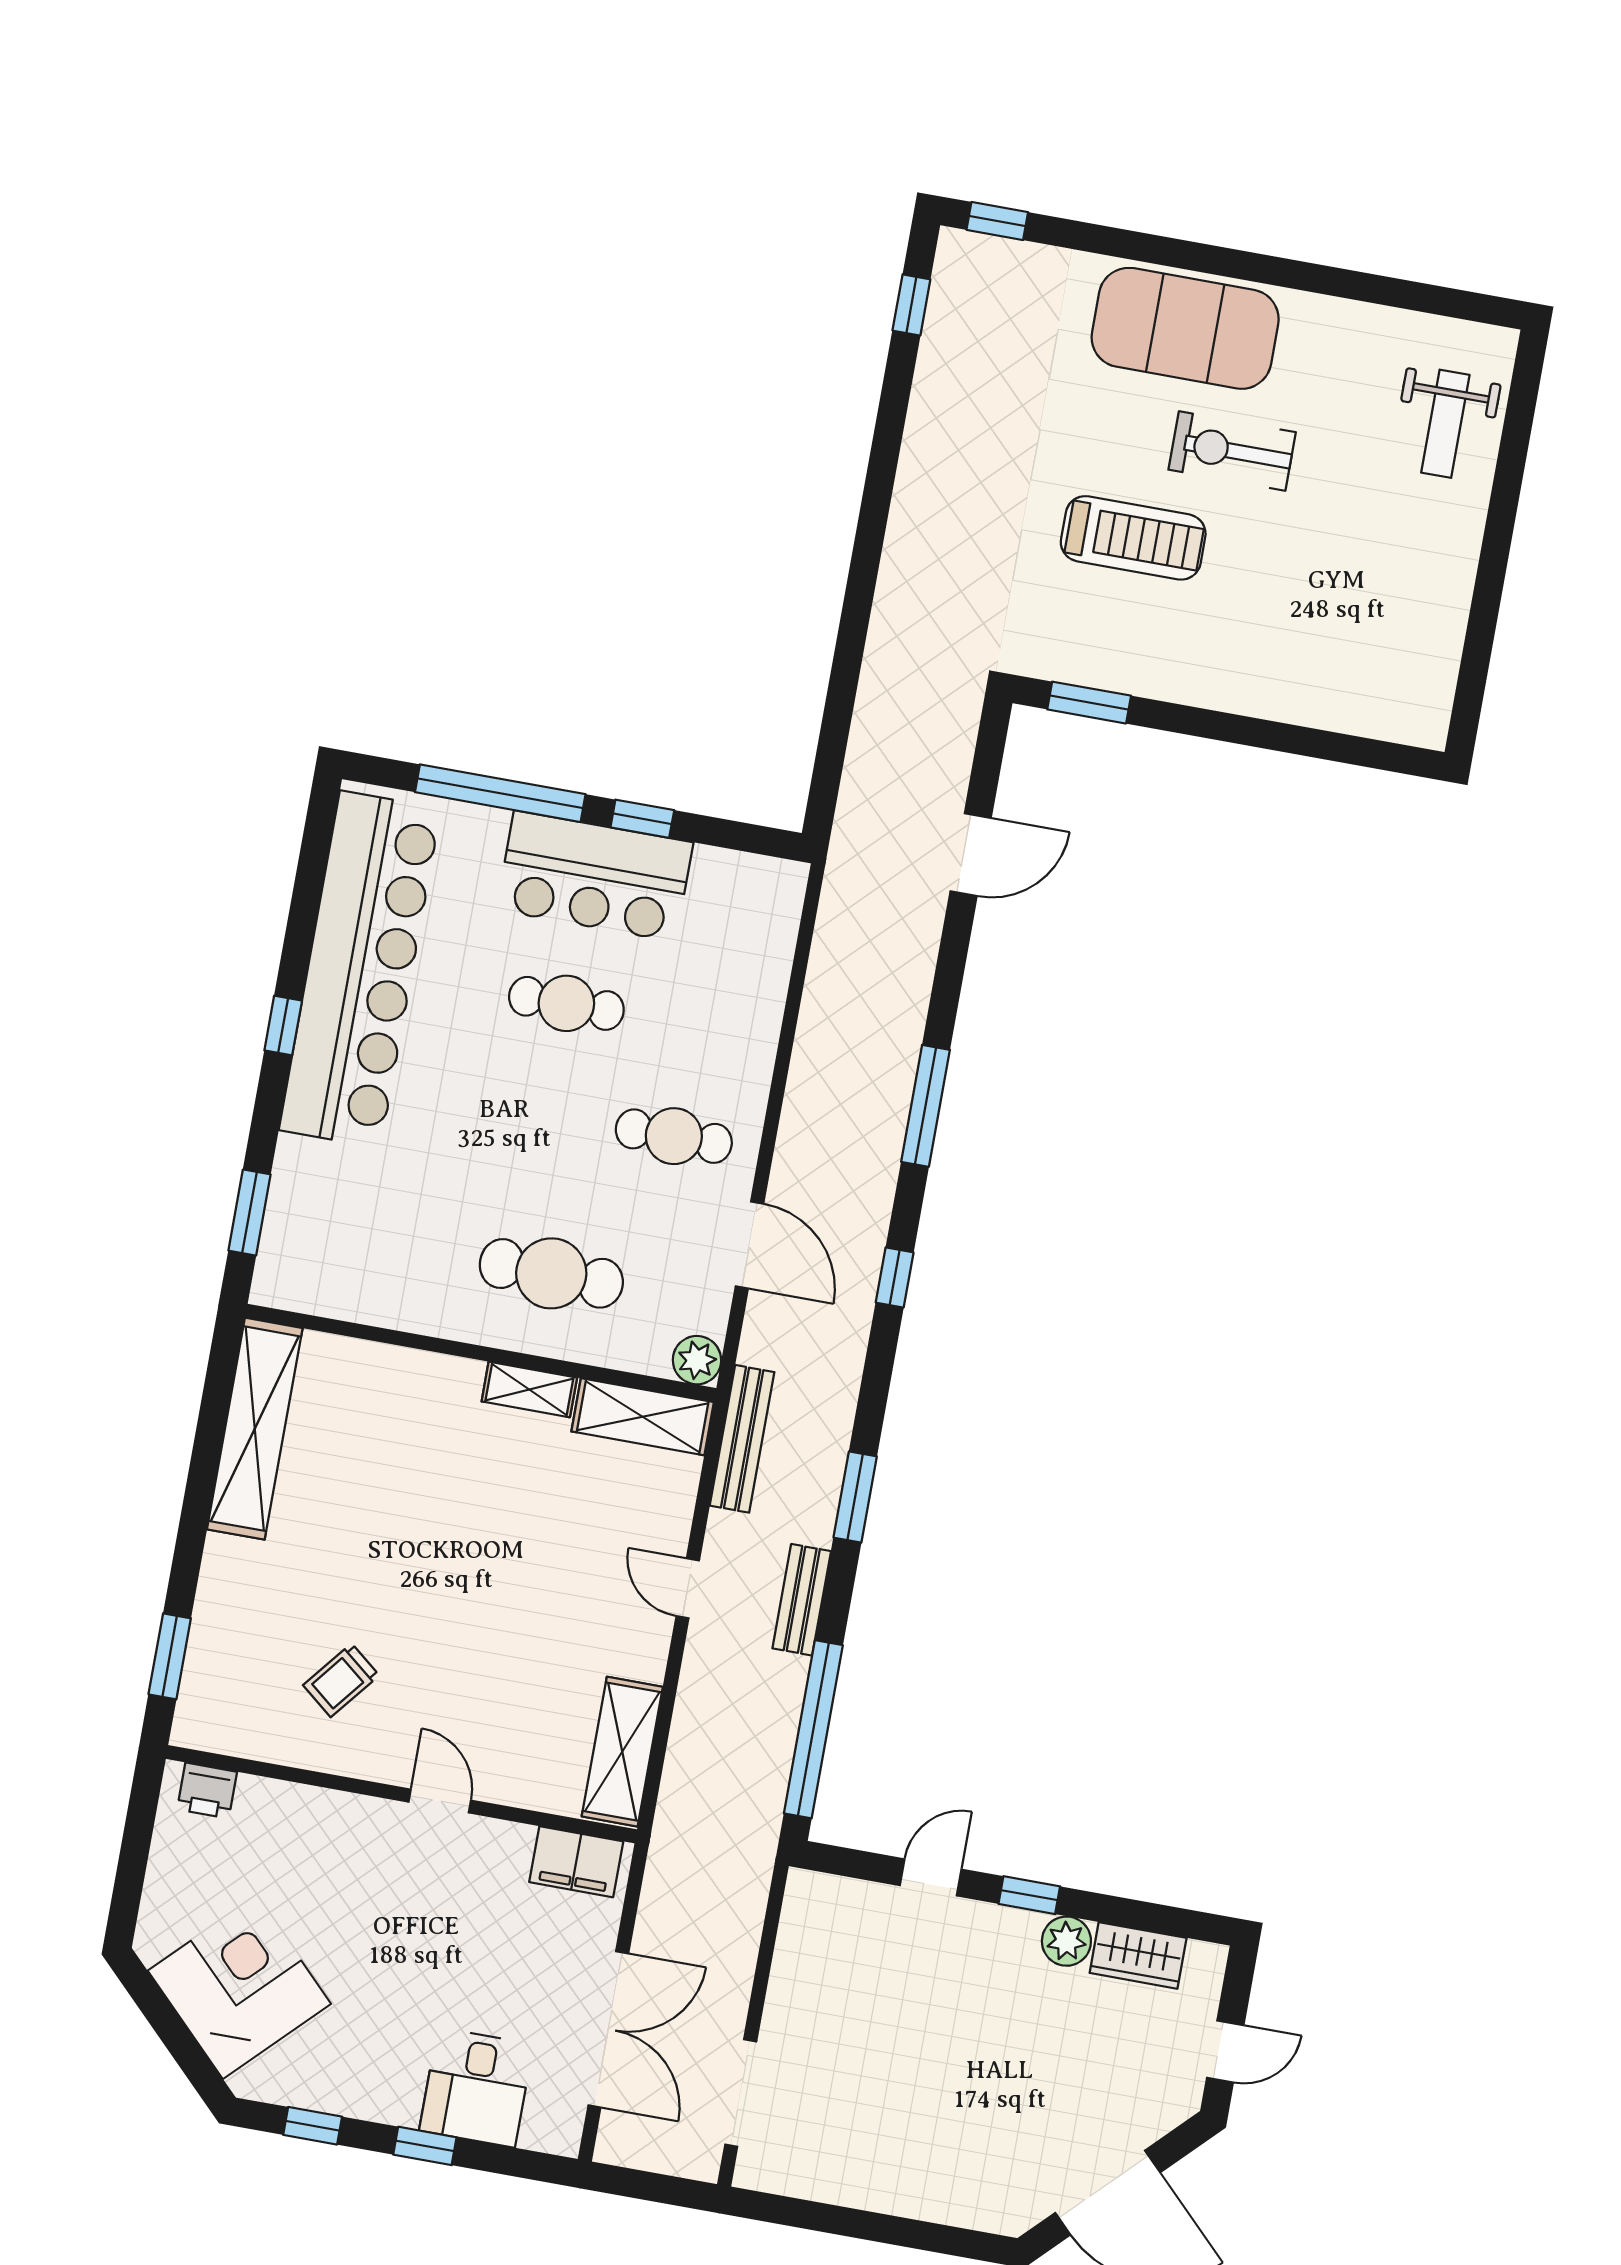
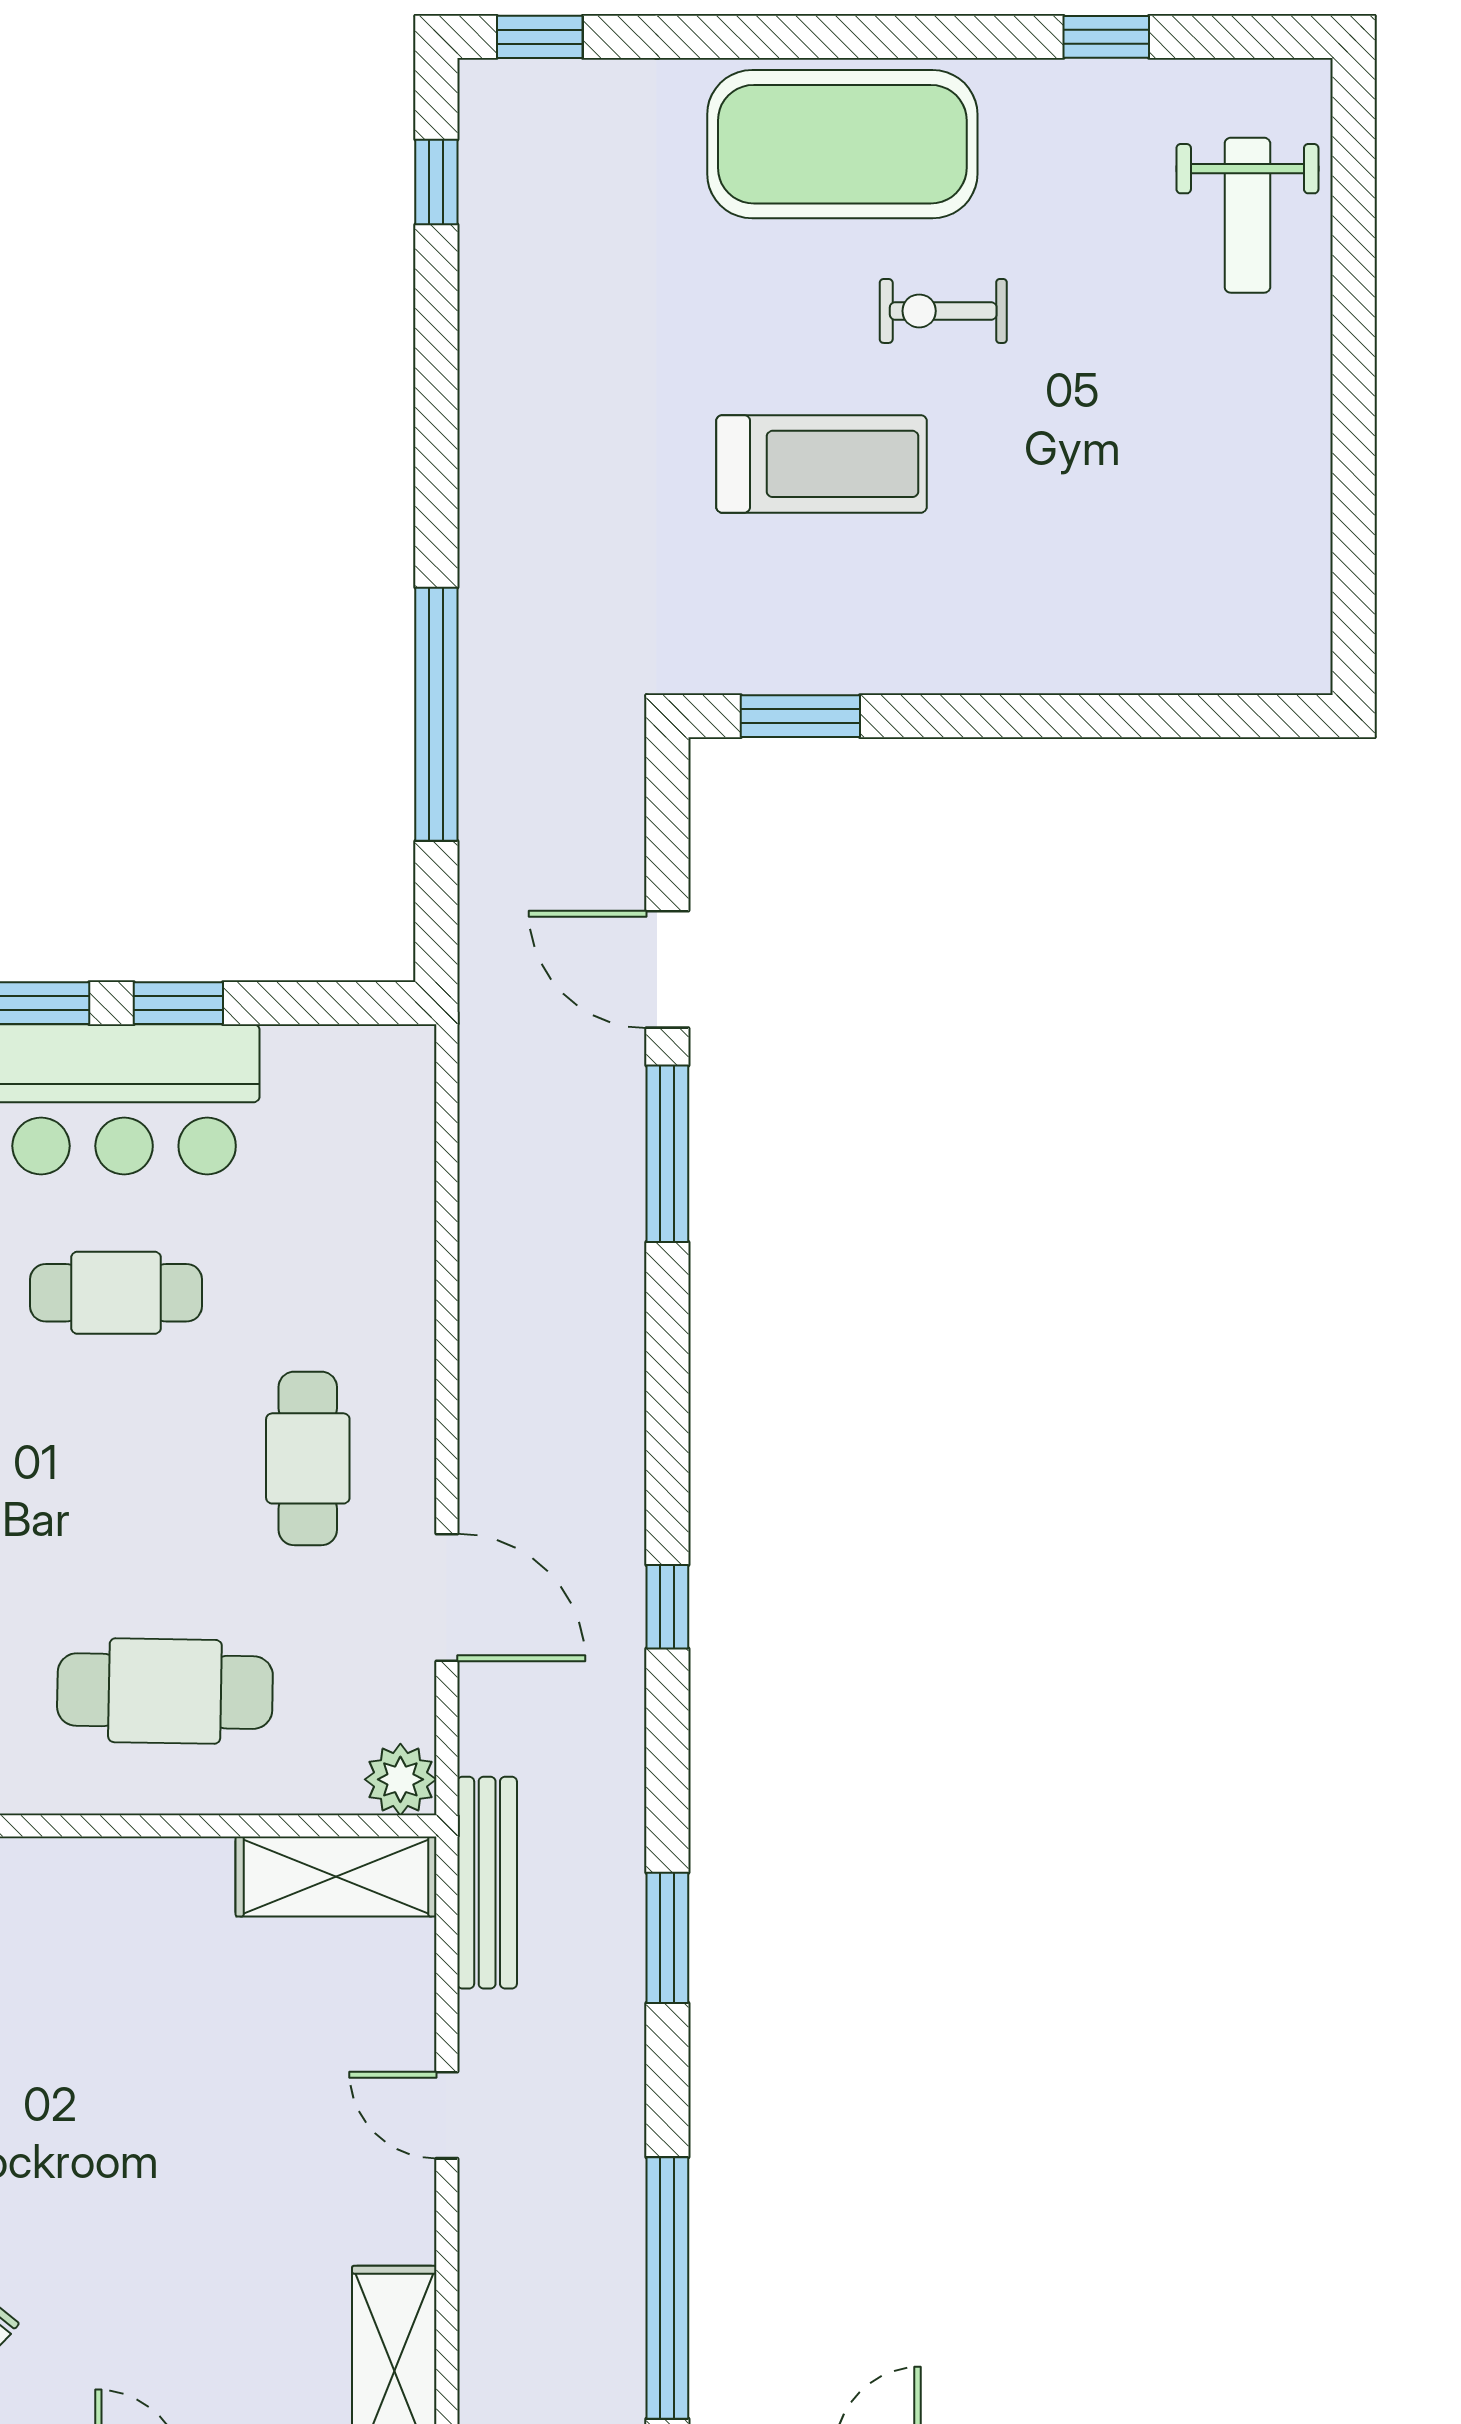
window: (1373, 289) -> (1106, 37), added
exercise bike: (1232, 451) -> (943, 311), width x0.73, depth x0.72
window: (848, 658) -> (436, 714), added
door: (971, 855) -> (667, 969), swing flipped
window: (926, 1106) -> (667, 1154), moved
cafe table: (674, 1136) -> (308, 1458), turned 90
shelving: (529, 1389) -> (163, 1866), removed
bench: (802, 1600) -> (616, 2102), removed

